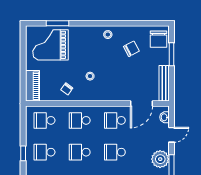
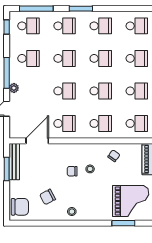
chair: (158, 39) -> (20, 207), turned 90
window: (171, 54) -> (7, 169), moved
chair: (107, 74) -> (72, 171), added
washbasin: (164, 117) -> (14, 127), removed
plant: (160, 159) -> (14, 88), width x0.53, depth x0.53

